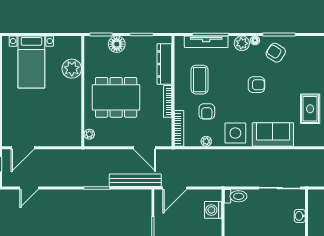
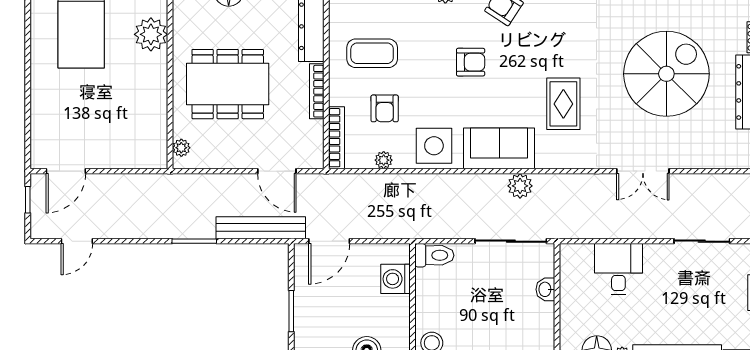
coffee table: (200, 80) -> (372, 53), turned 90
plant: (285, 156) -> (520, 186), added

